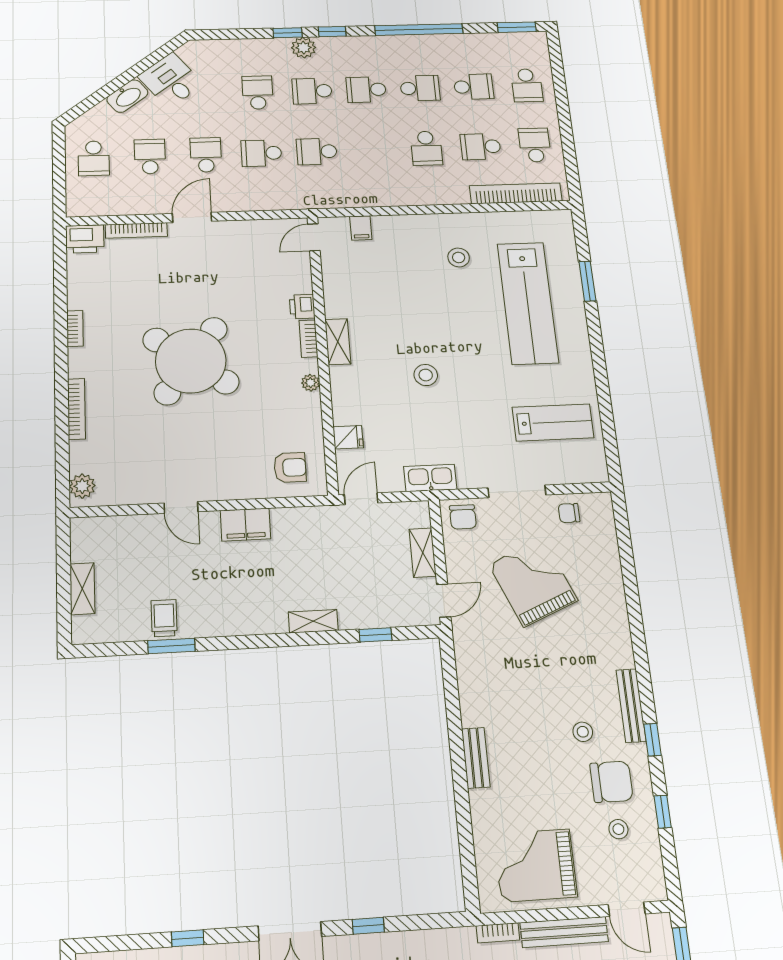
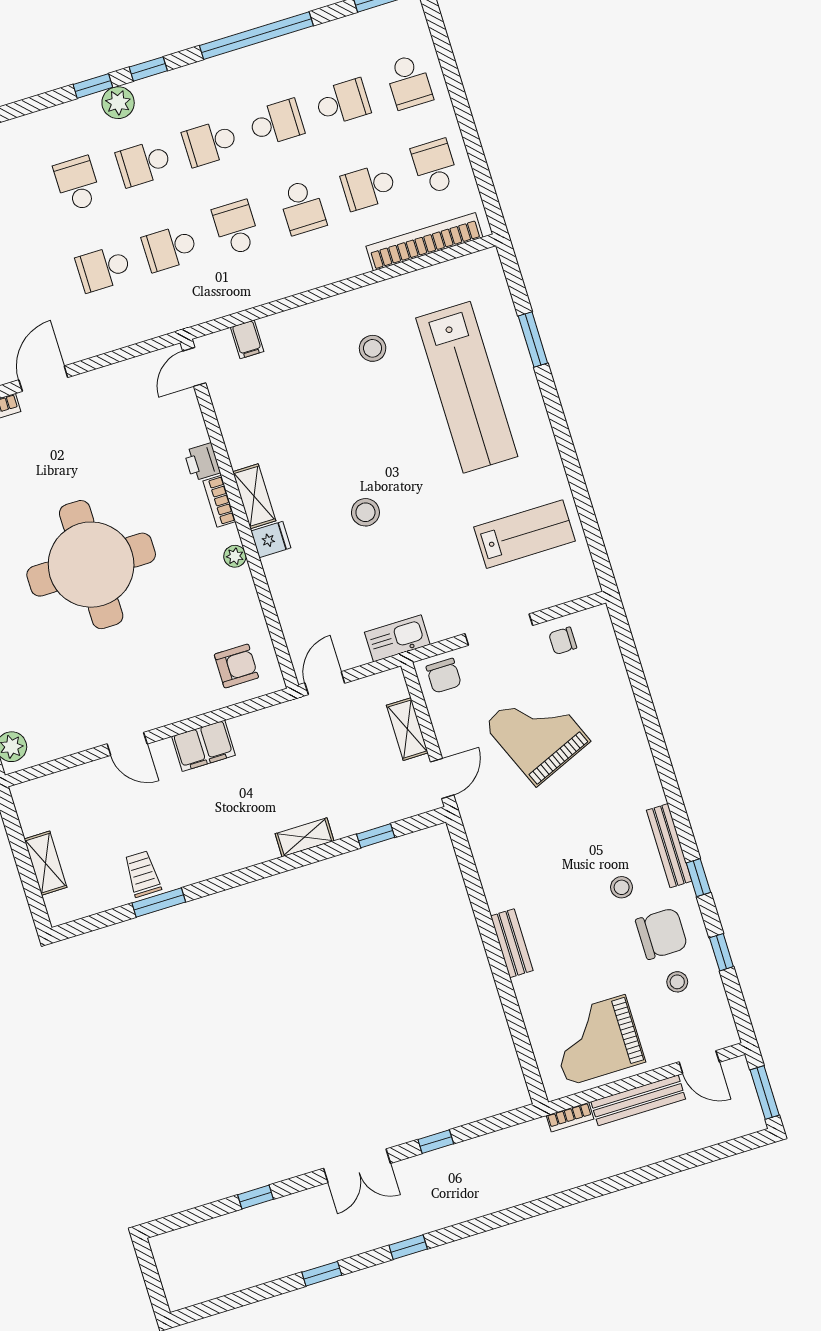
school desk: (206, 155) -> (236, 228), moved
round table: (191, 361) -> (91, 565), turned -36
fridge: (348, 437) -> (271, 539), moved

